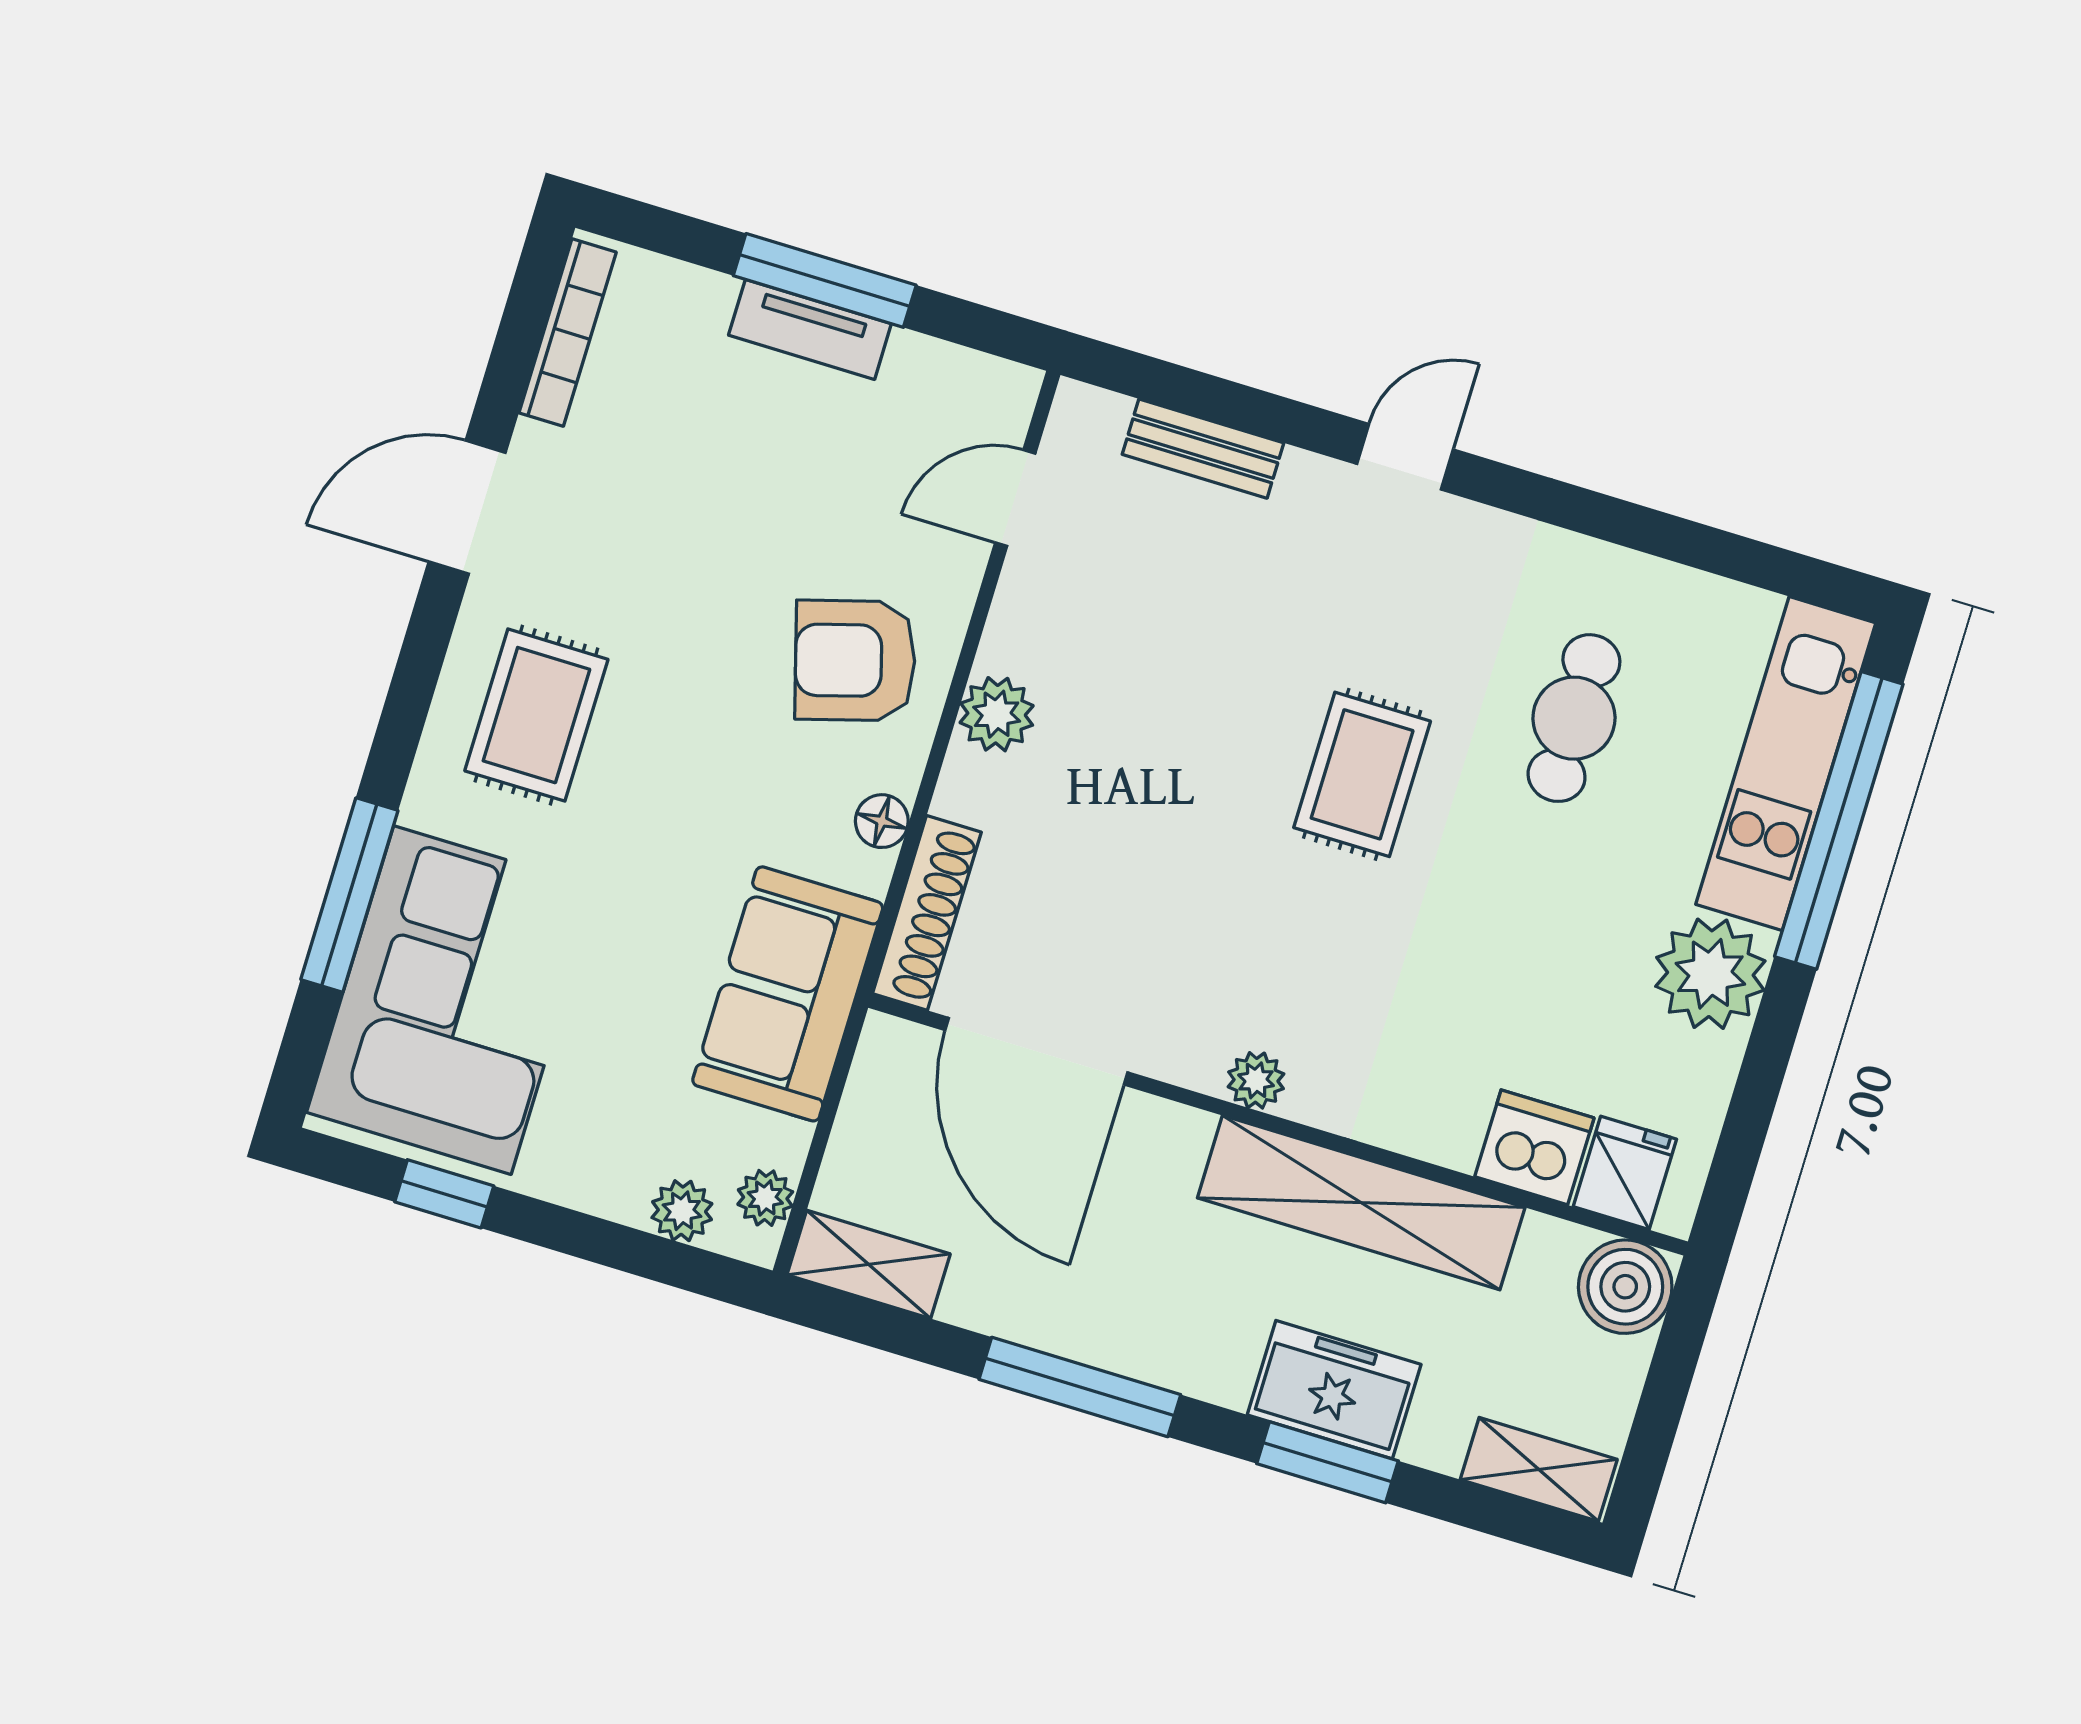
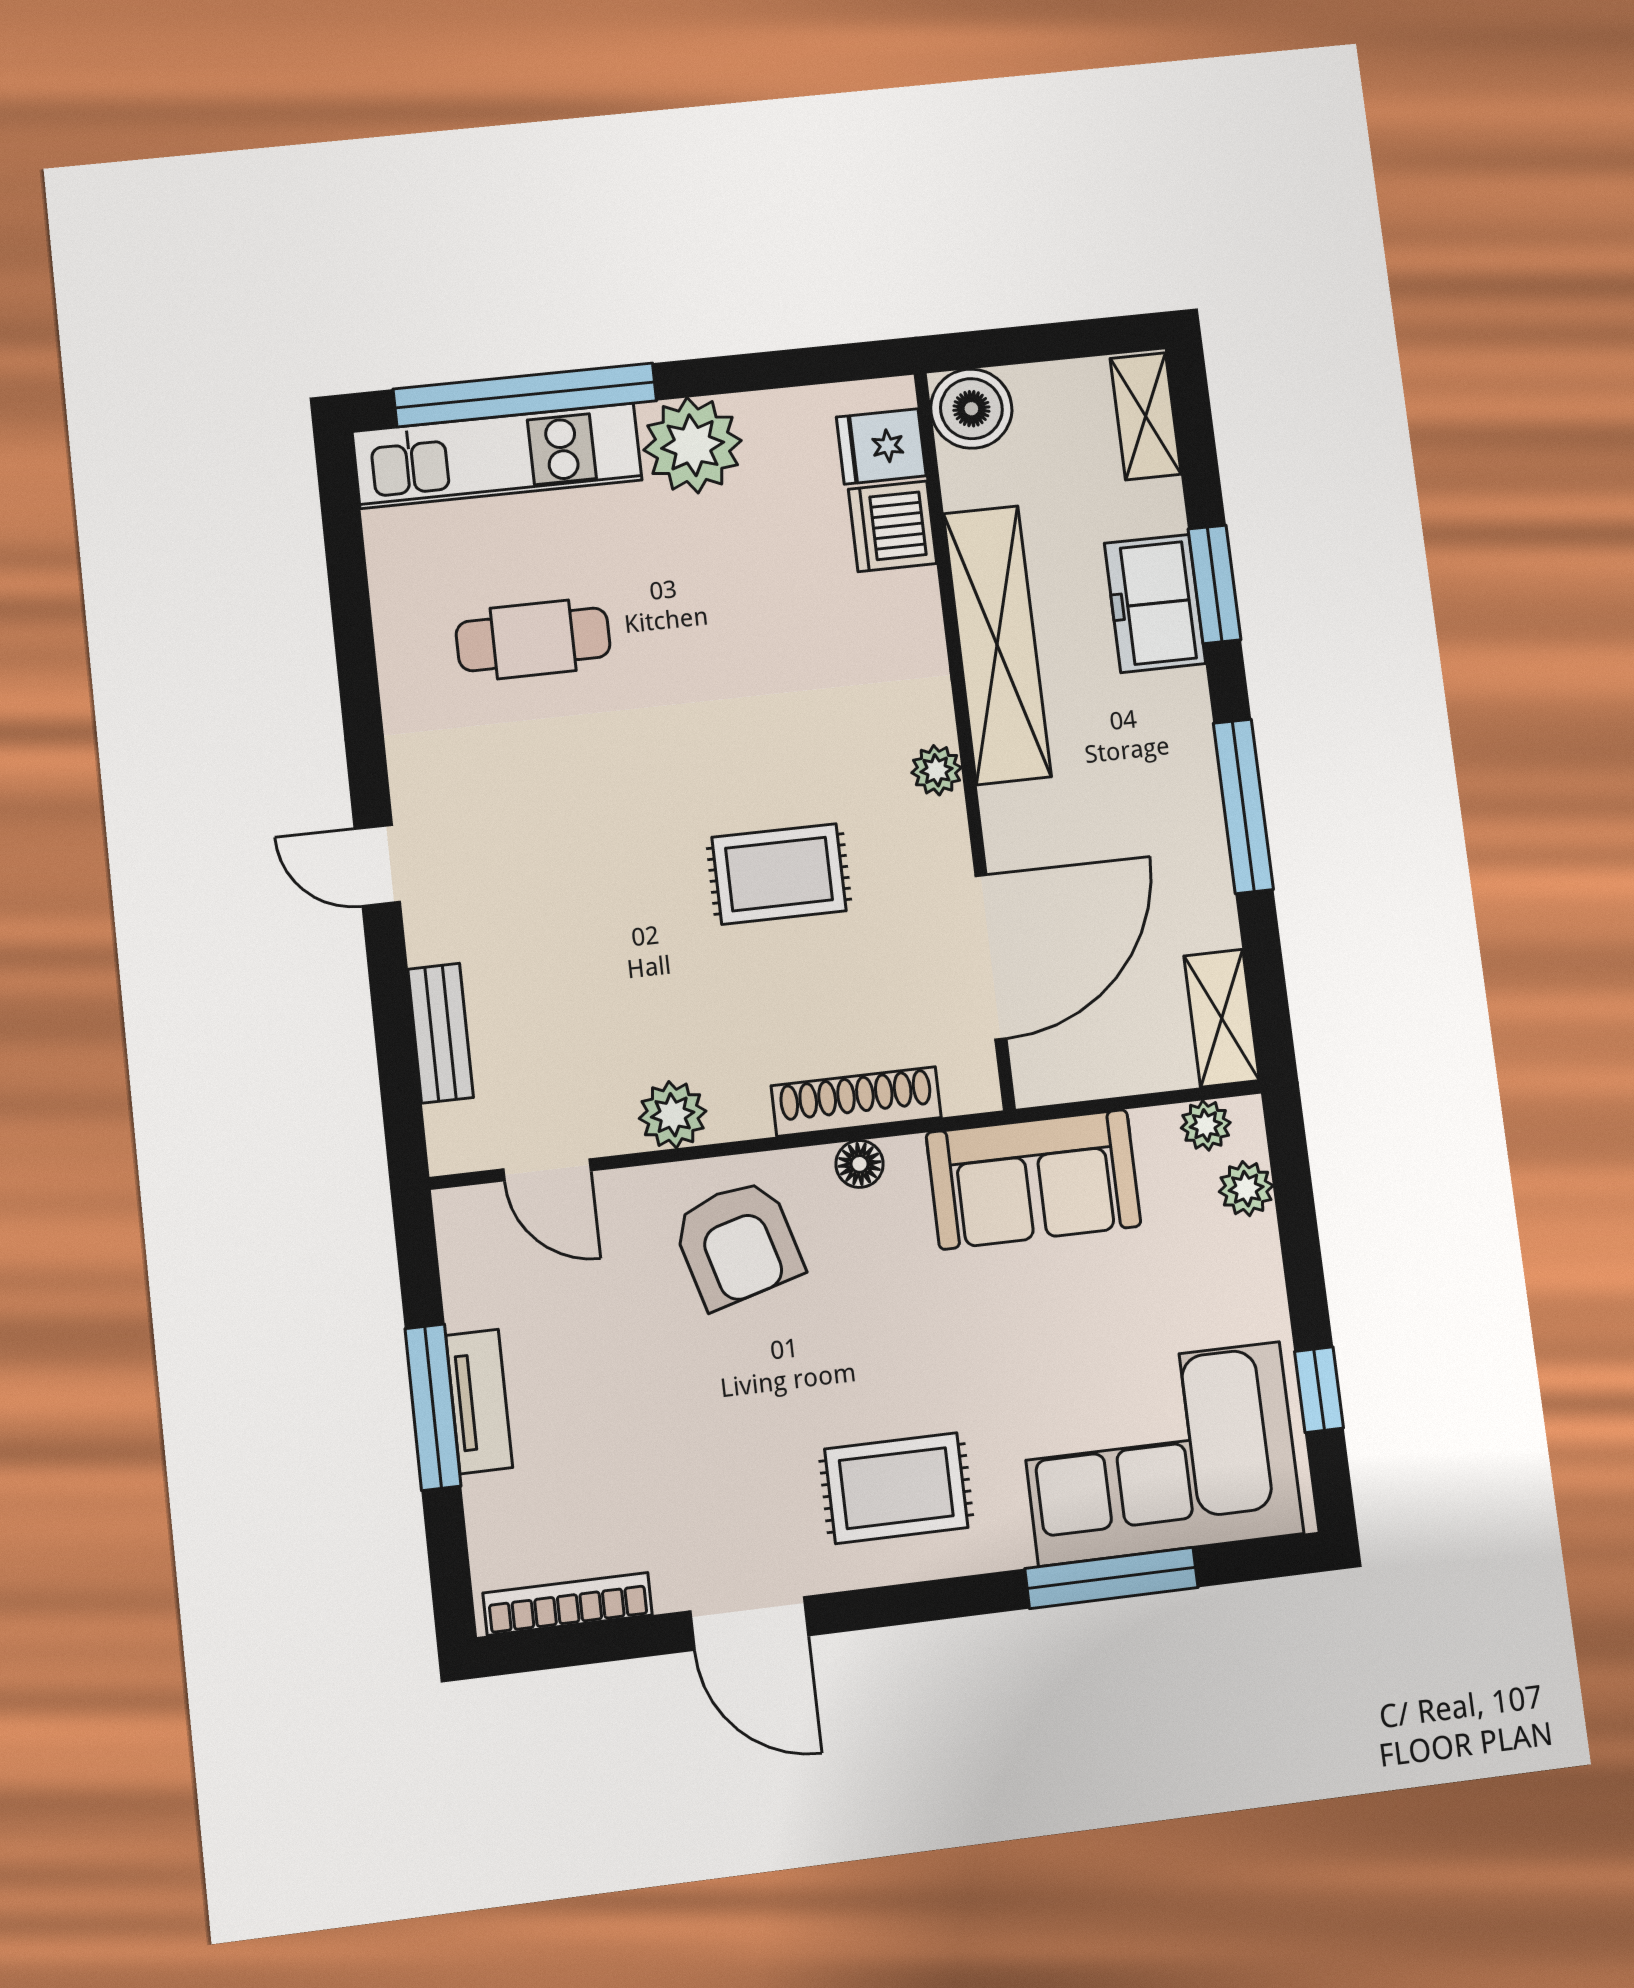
plant: (997, 714) -> (673, 1115), moved
rug: (1362, 774) -> (779, 874), moved
shoe rack: (927, 913) -> (856, 1102), moved

